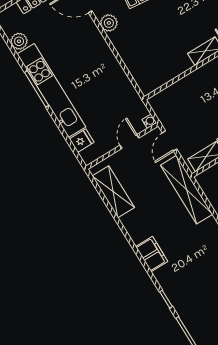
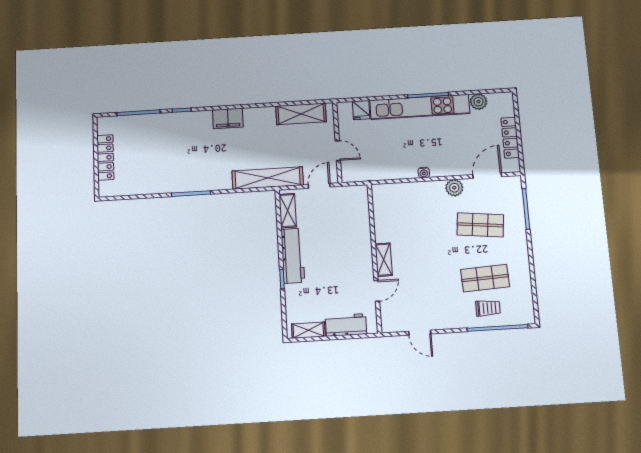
water cooler: (149, 121) -> (424, 173), moved
door: (170, 141) -> (319, 186), hinge flipped

